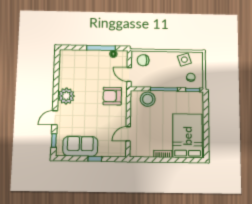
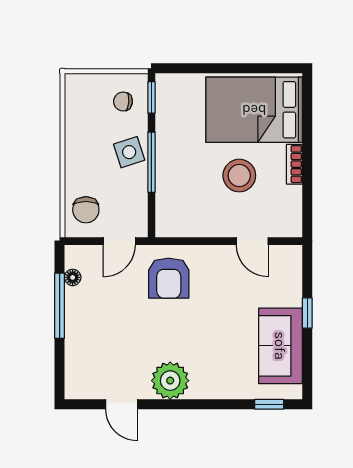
side table: (184, 60) -> (129, 152), moved
stool: (148, 99) -> (239, 176), moved
door: (55, 118) -> (121, 404), moved

